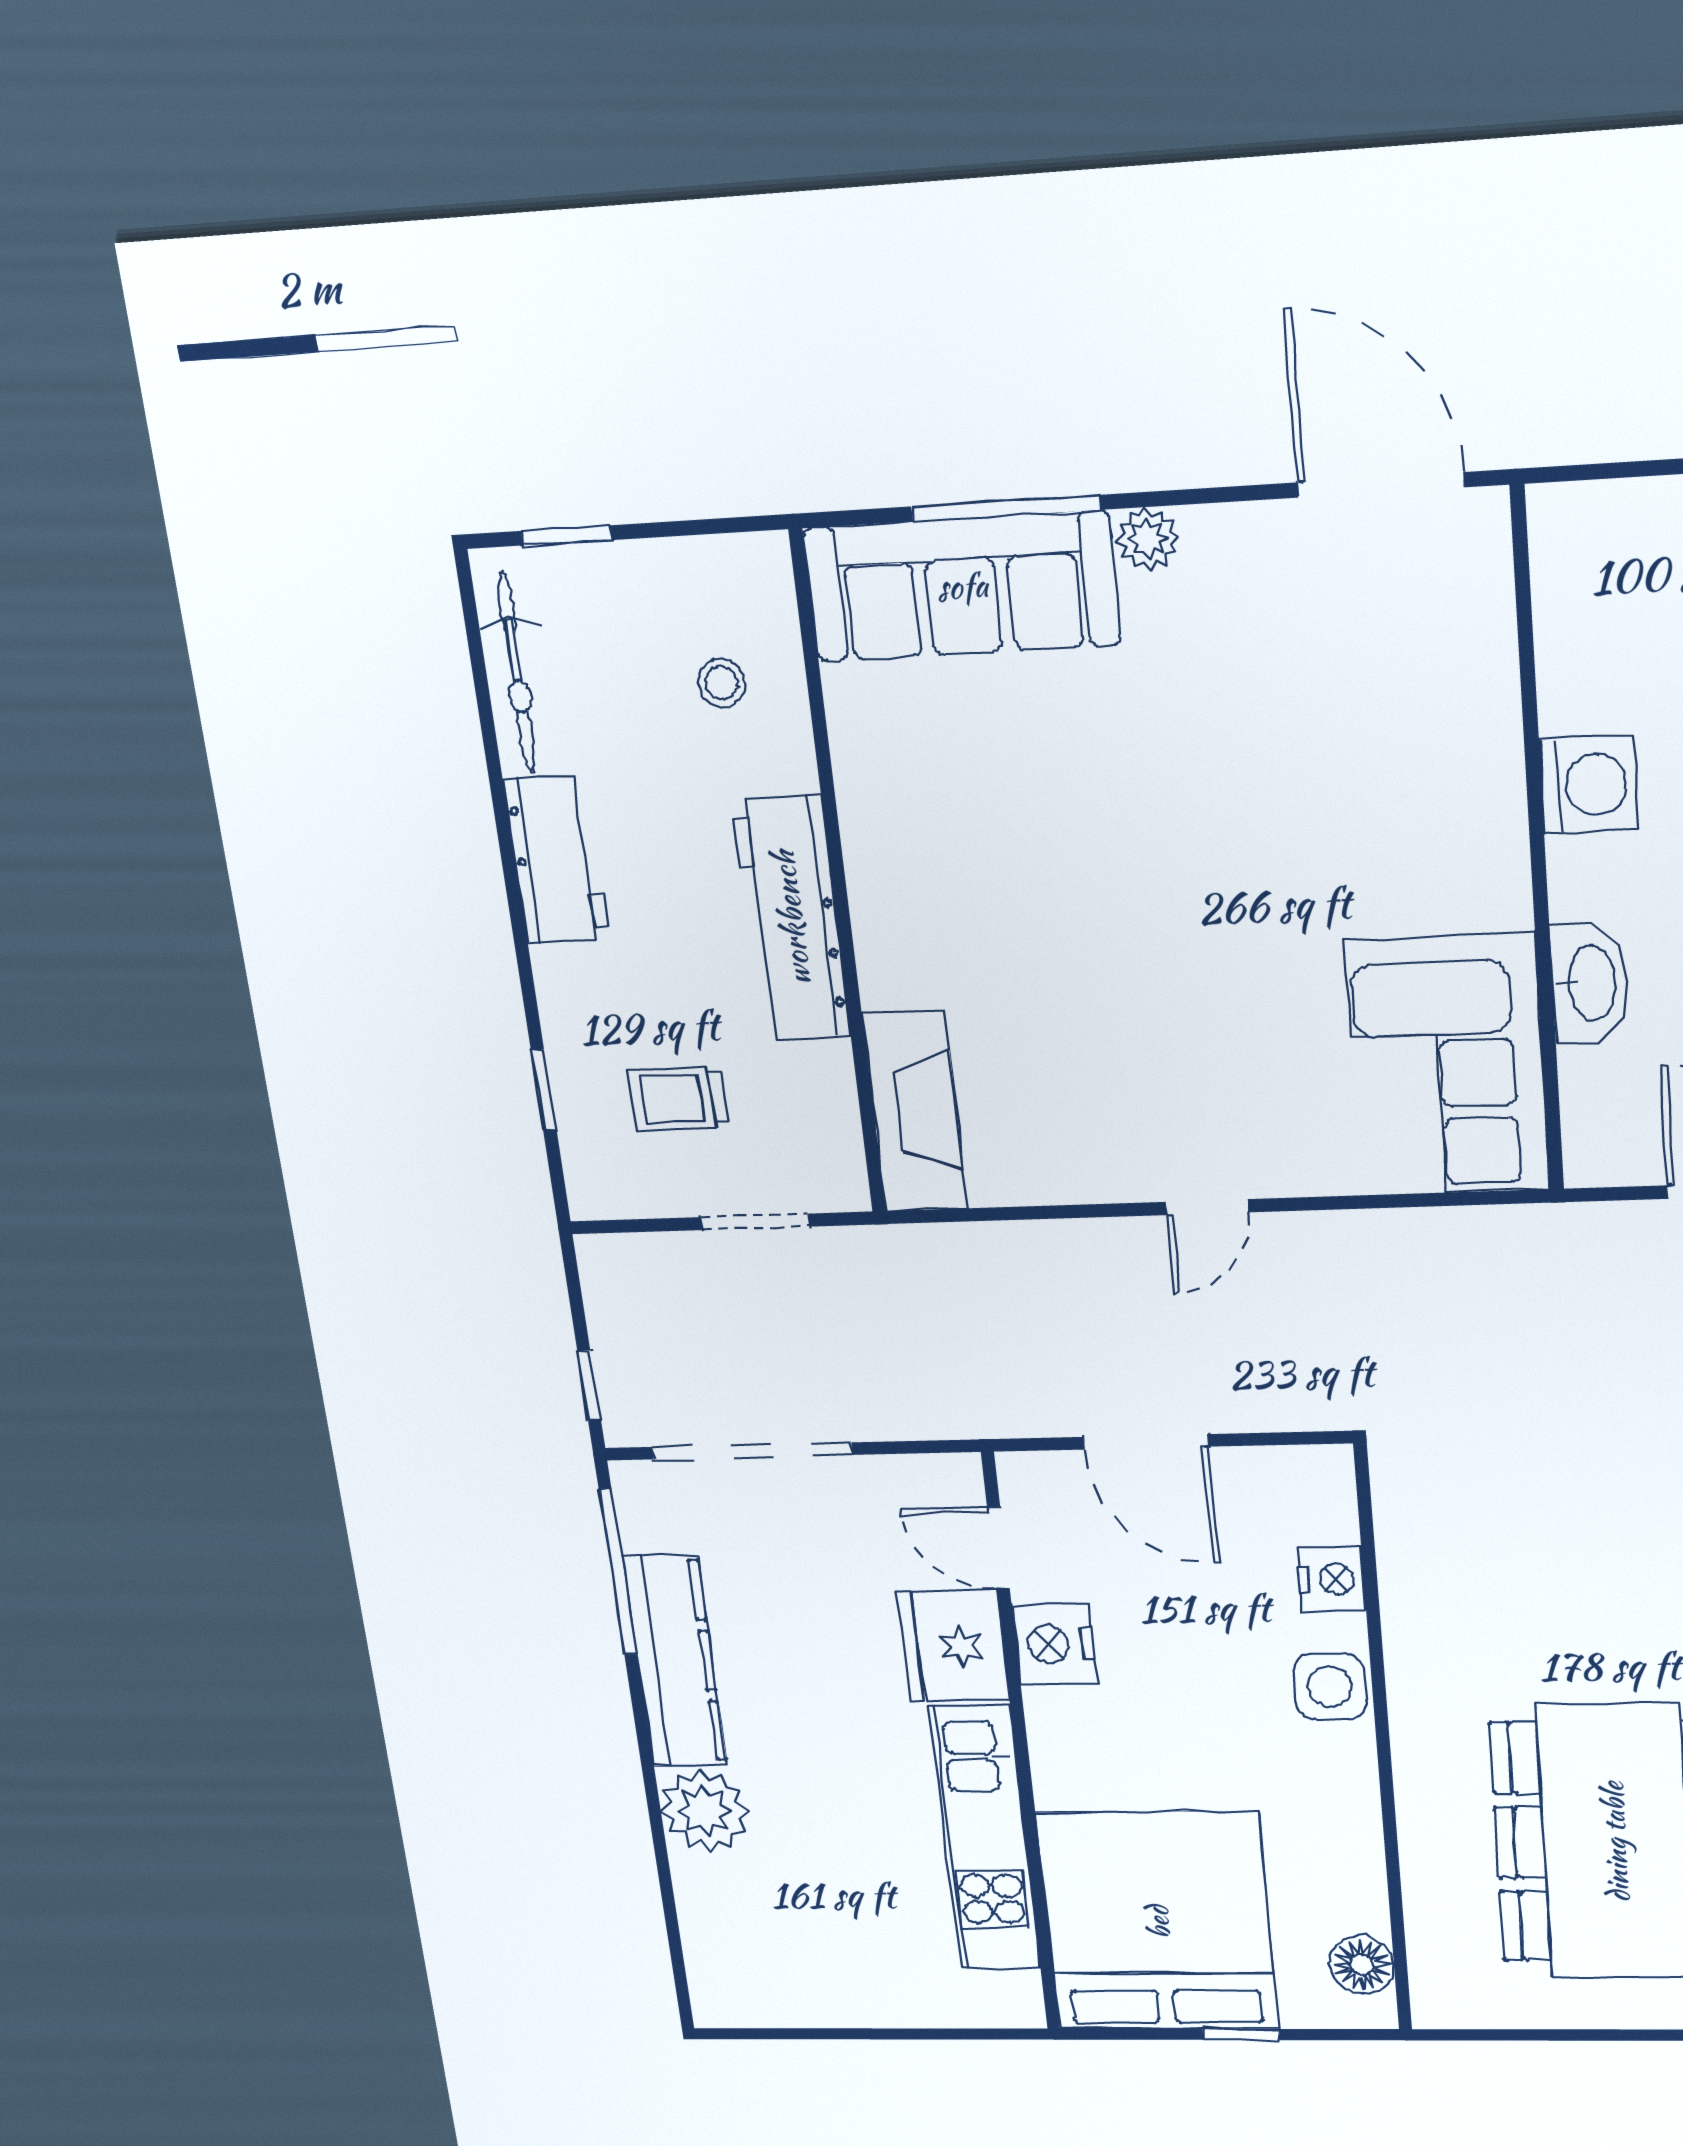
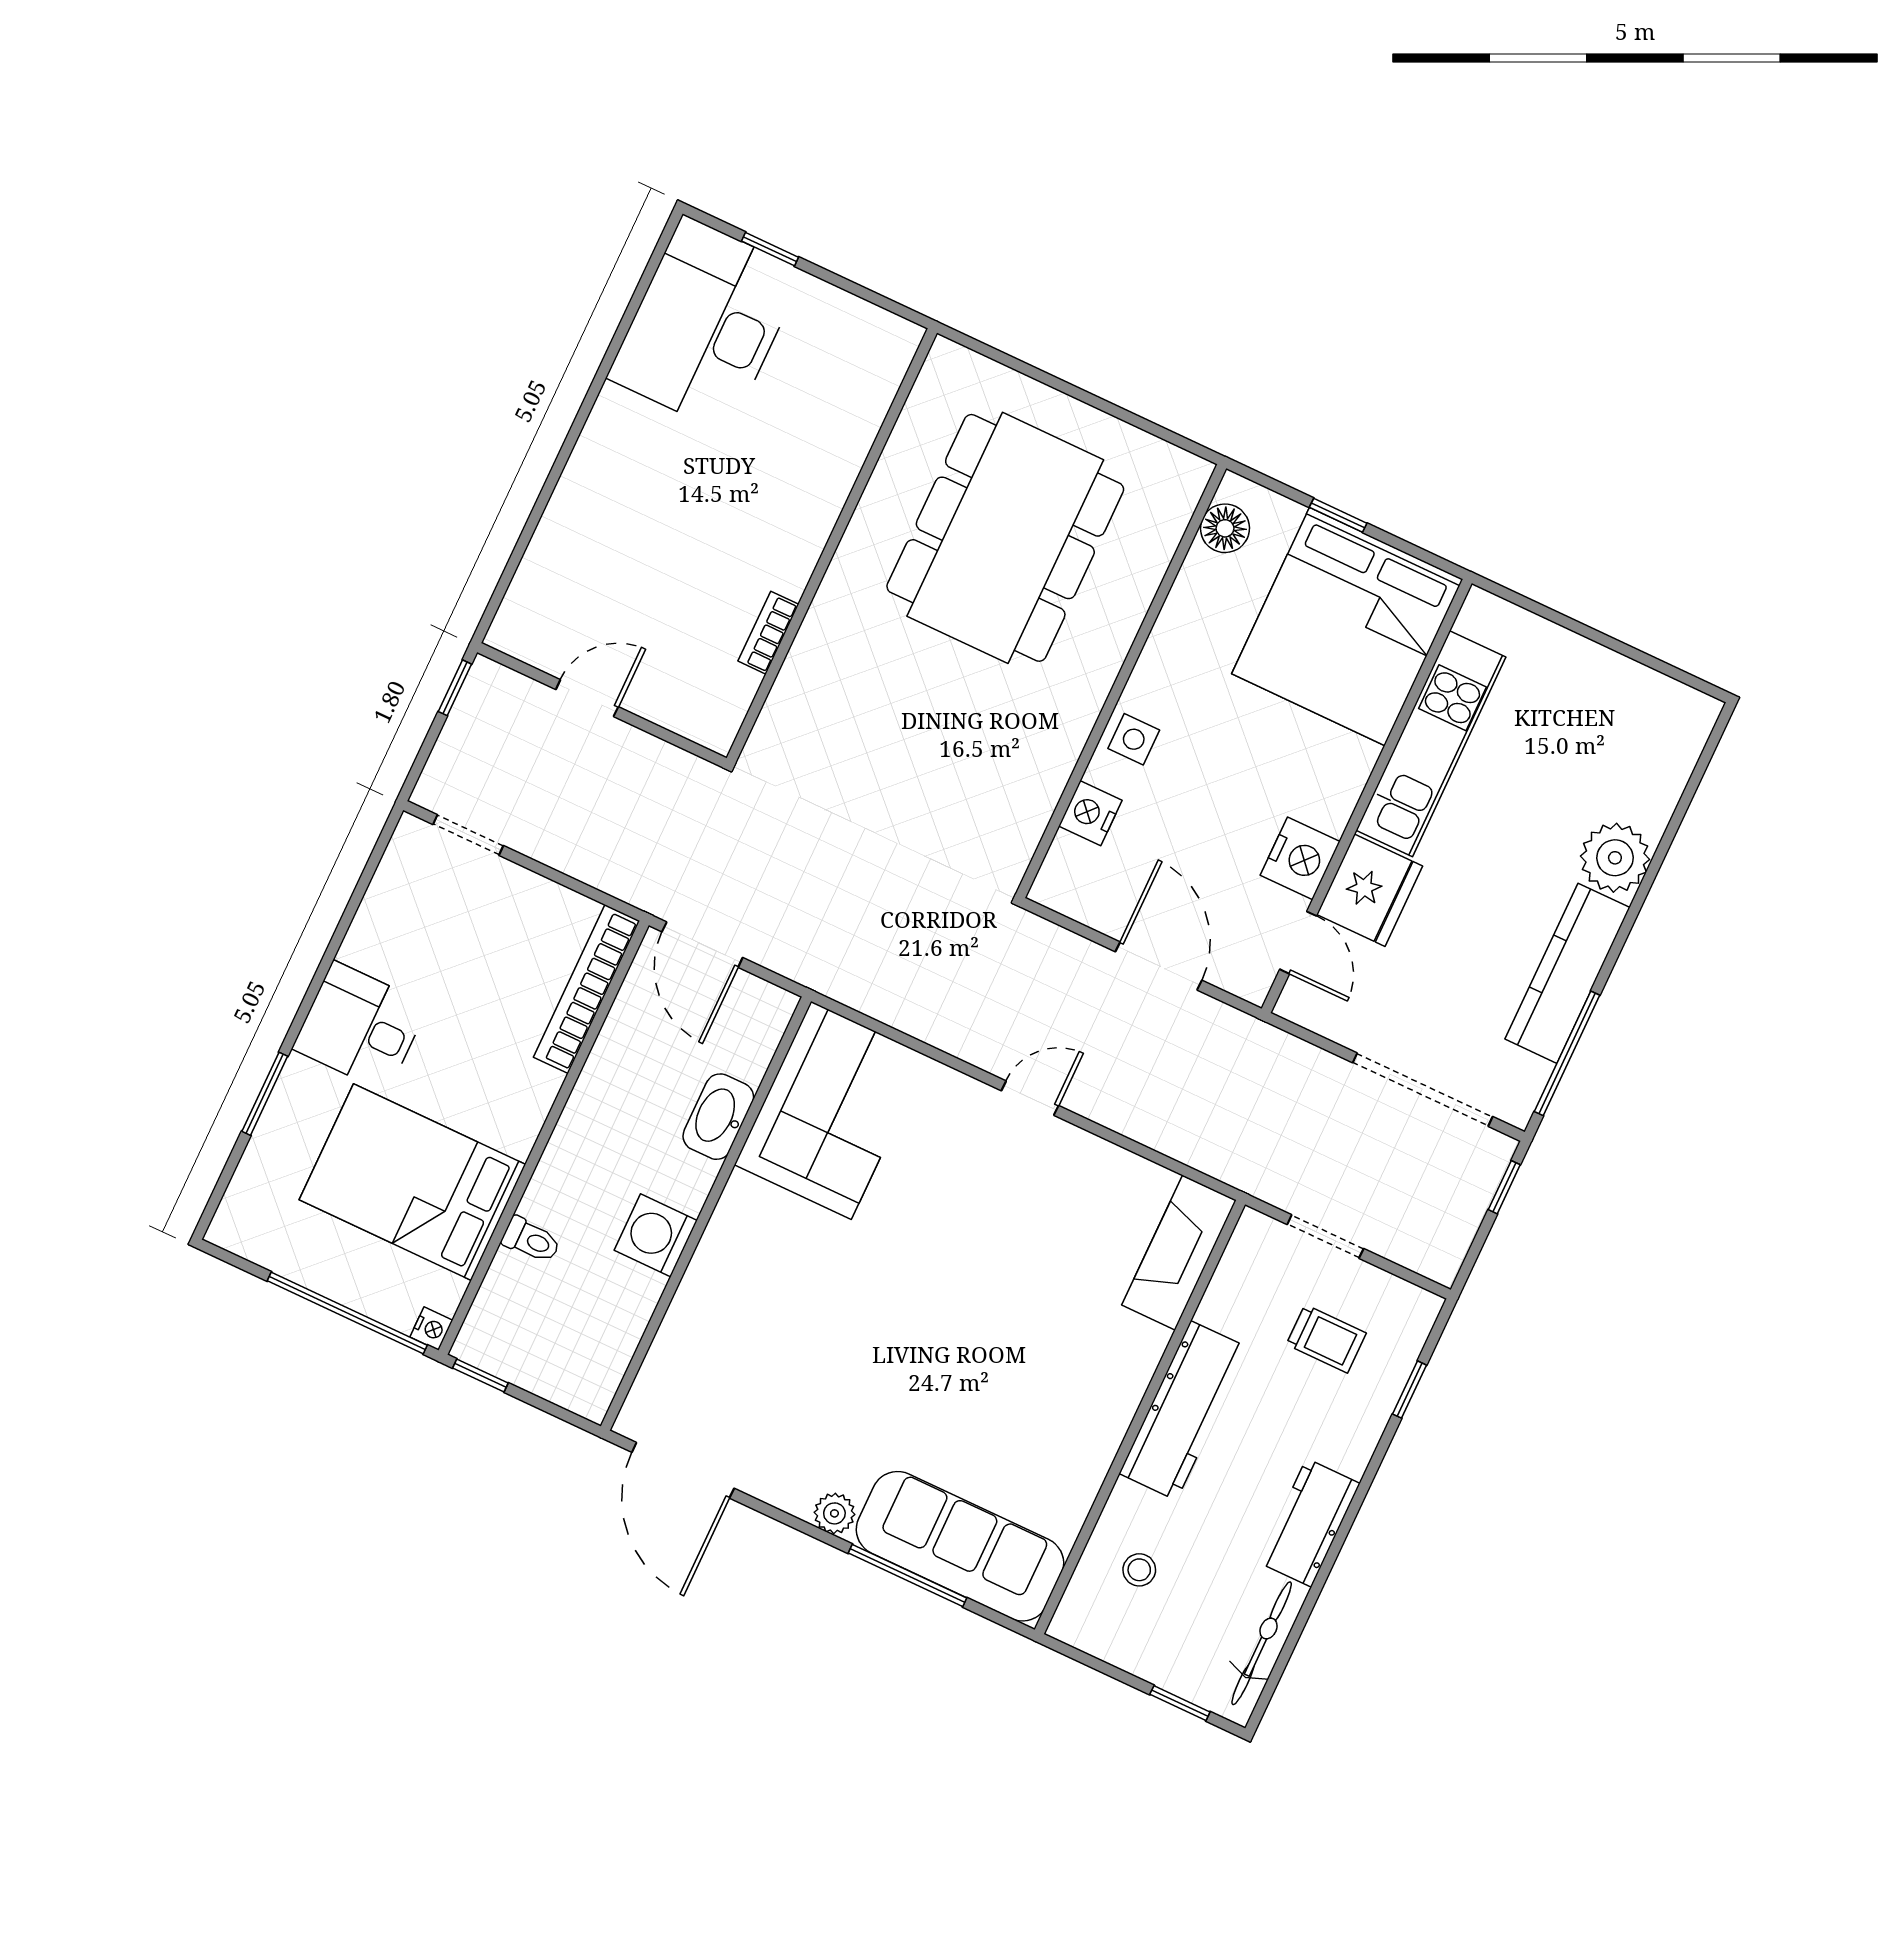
side table: (1330, 1687) -> (1134, 739), width x0.73, depth x0.73

